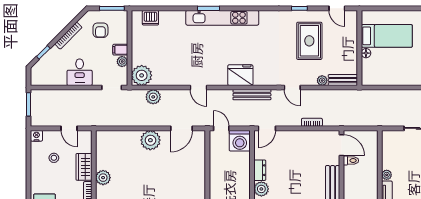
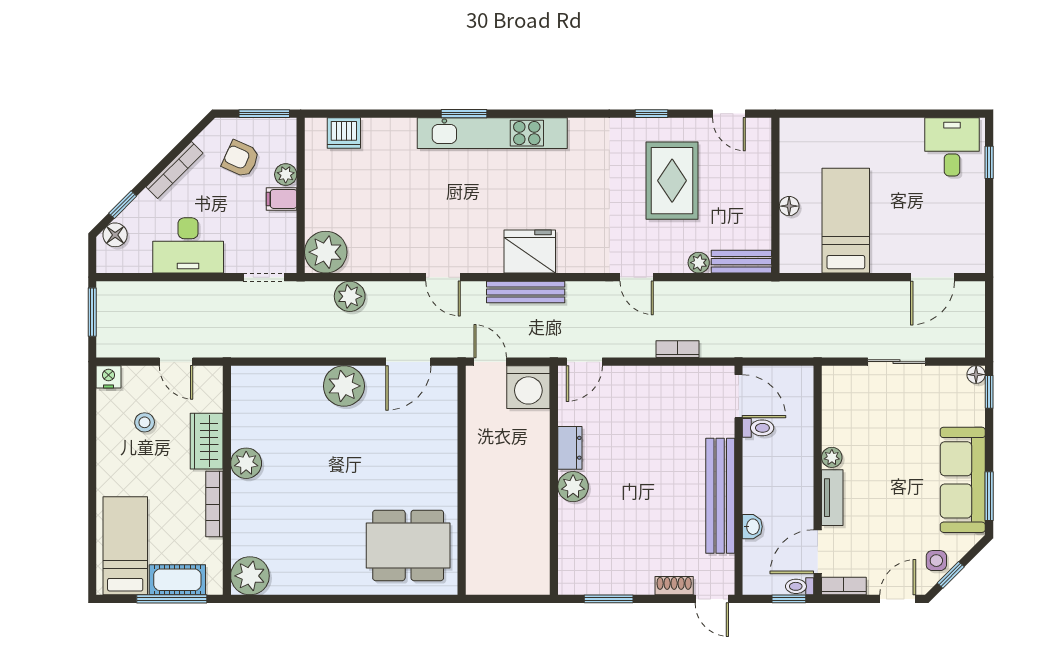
armchair: (100, 30) -> (241, 159), turned 114
bed: (387, 36) -> (846, 221), moved, turned -90
plant: (122, 62) -> (286, 174), moved
floor lamp: (40, 67) -> (115, 235), added
desk: (80, 72) -> (188, 245), width x1.37
bench: (252, 95) -> (526, 292), moved

